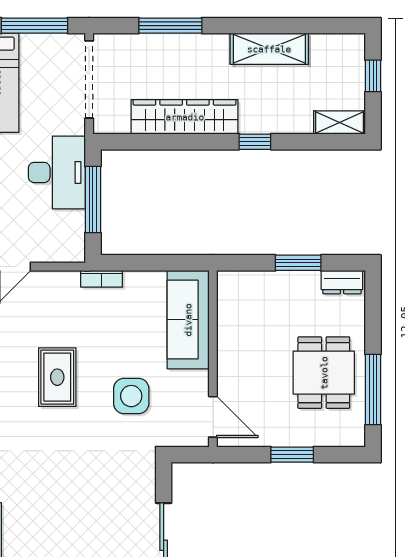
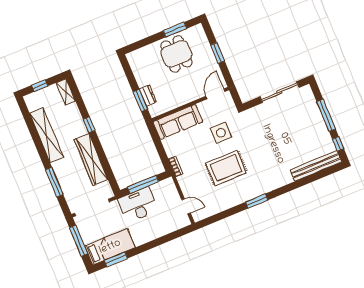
shelving: (269, 49) -> (47, 135), width x1.47
window: (298, 263) -> (140, 101), moved
dresser: (342, 282) -> (148, 95), moved
dining table: (324, 373) -> (176, 54), turned 90
rug: (57, 377) -> (226, 168), width x1.36, depth x1.43
window: (373, 390) -> (175, 30), width x0.69

